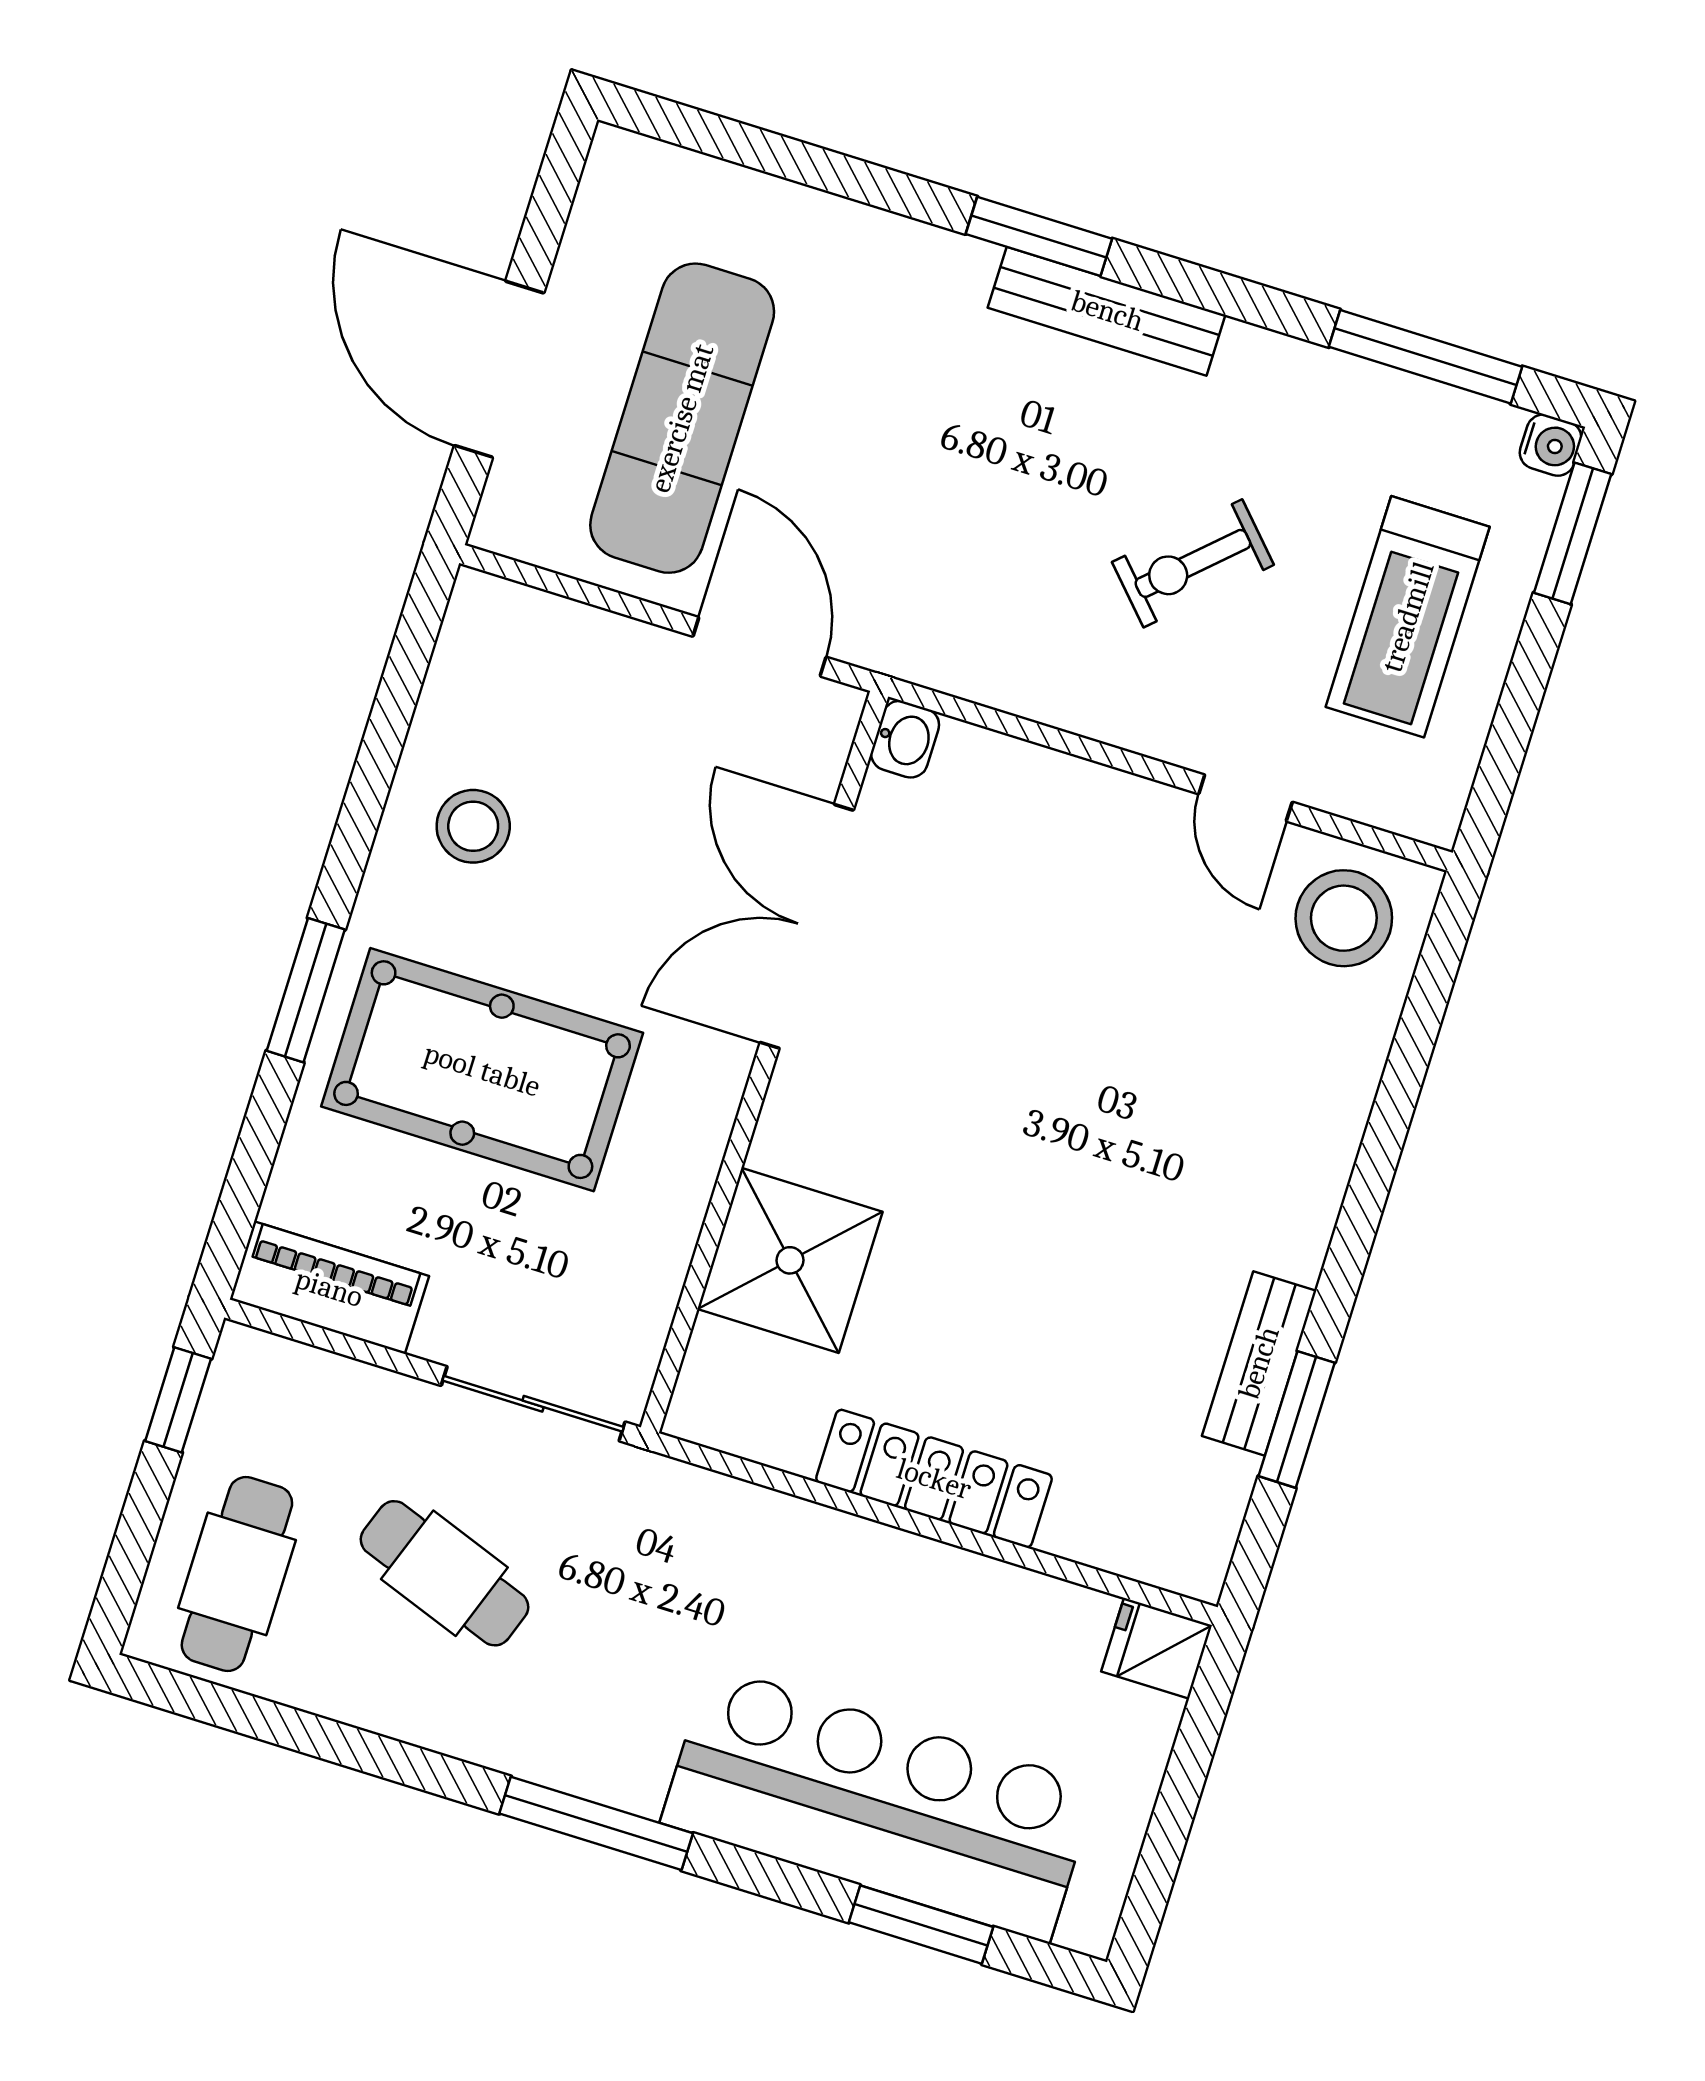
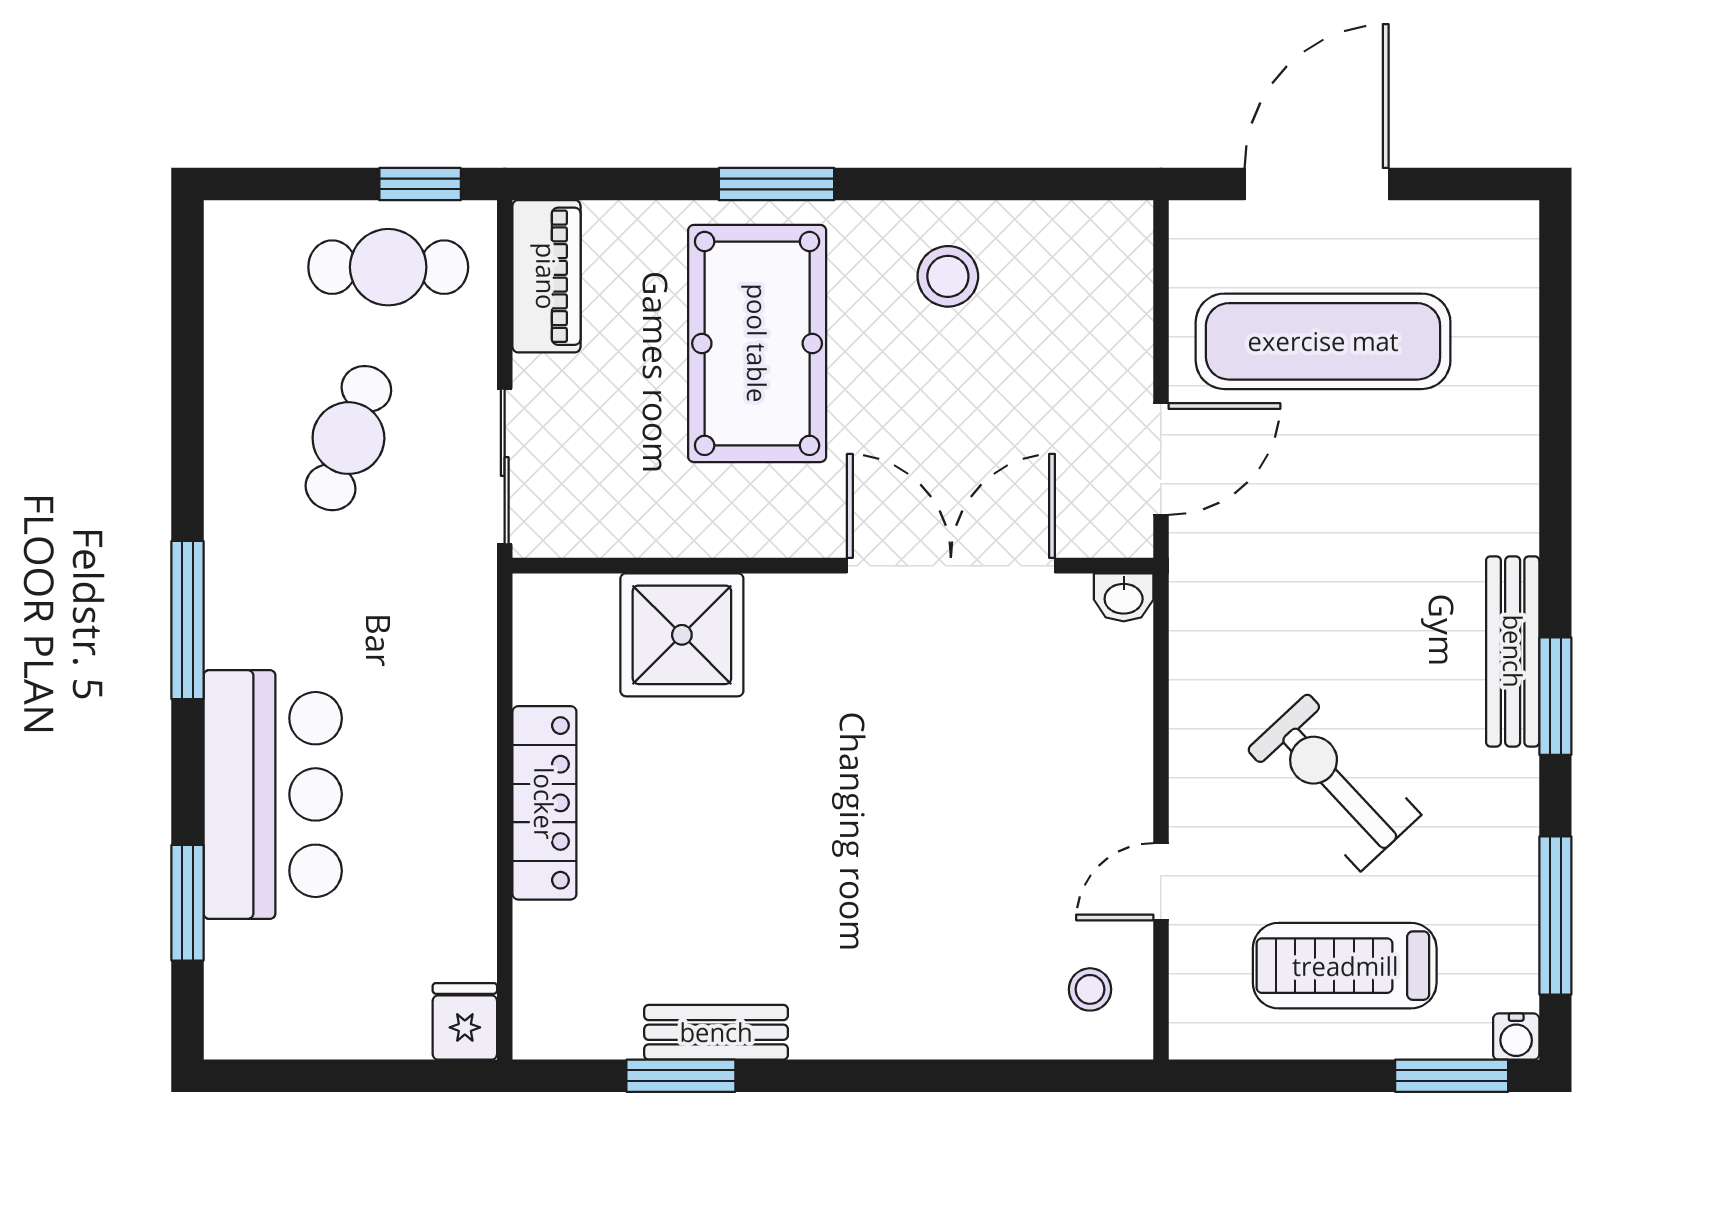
window: (1039, 236) -> (1555, 696), moved
exercise bike: (1193, 563) -> (1334, 782), width x1.38, depth x1.39
stool: (1344, 918) -> (1090, 989), width x0.53, depth x0.53
cafe table: (237, 1574) -> (388, 267), moved
bar counter: (879, 1804) -> (273, 794), width x0.73

